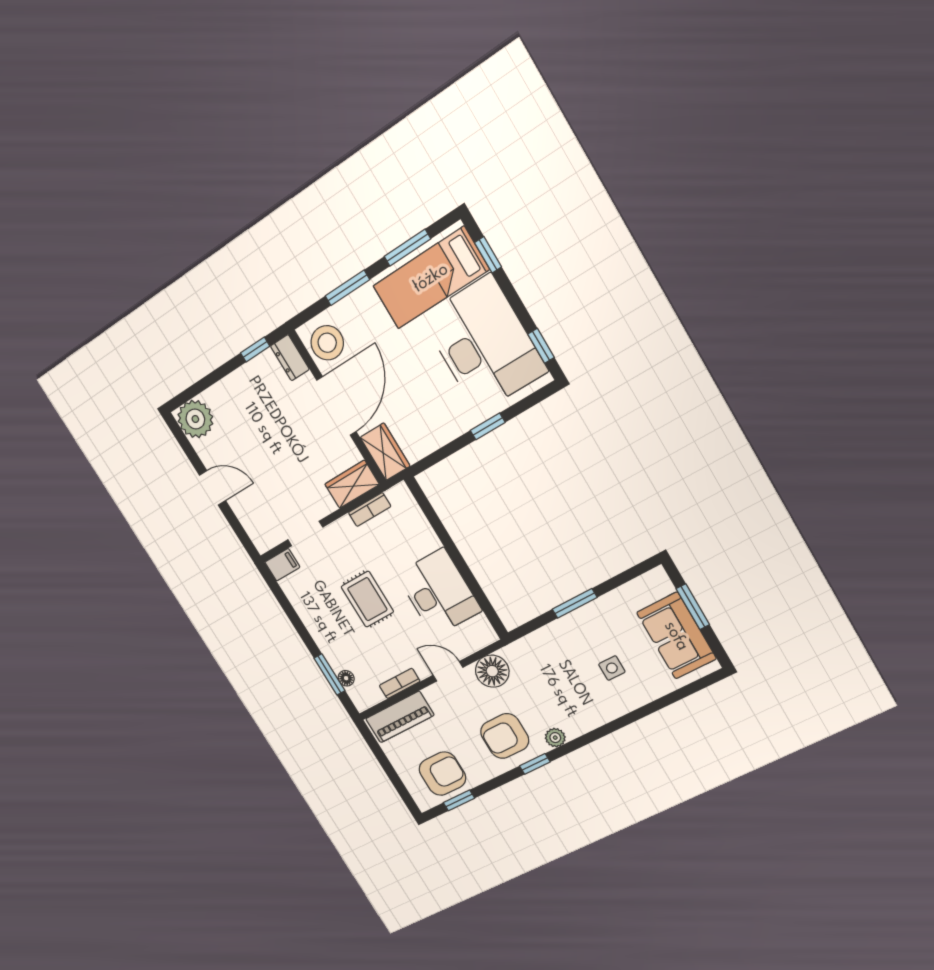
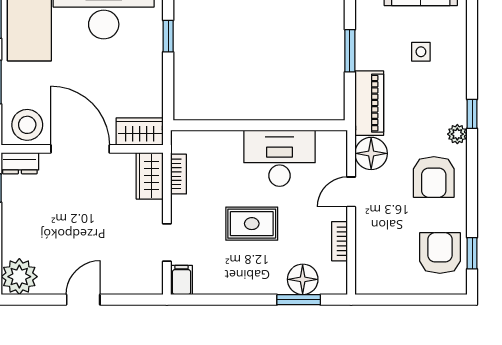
floor lamp: (346, 678) -> (303, 279), width x1.89, depth x1.89
piano: (400, 717) -> (369, 103), moved
window: (535, 764) -> (472, 114), moved

